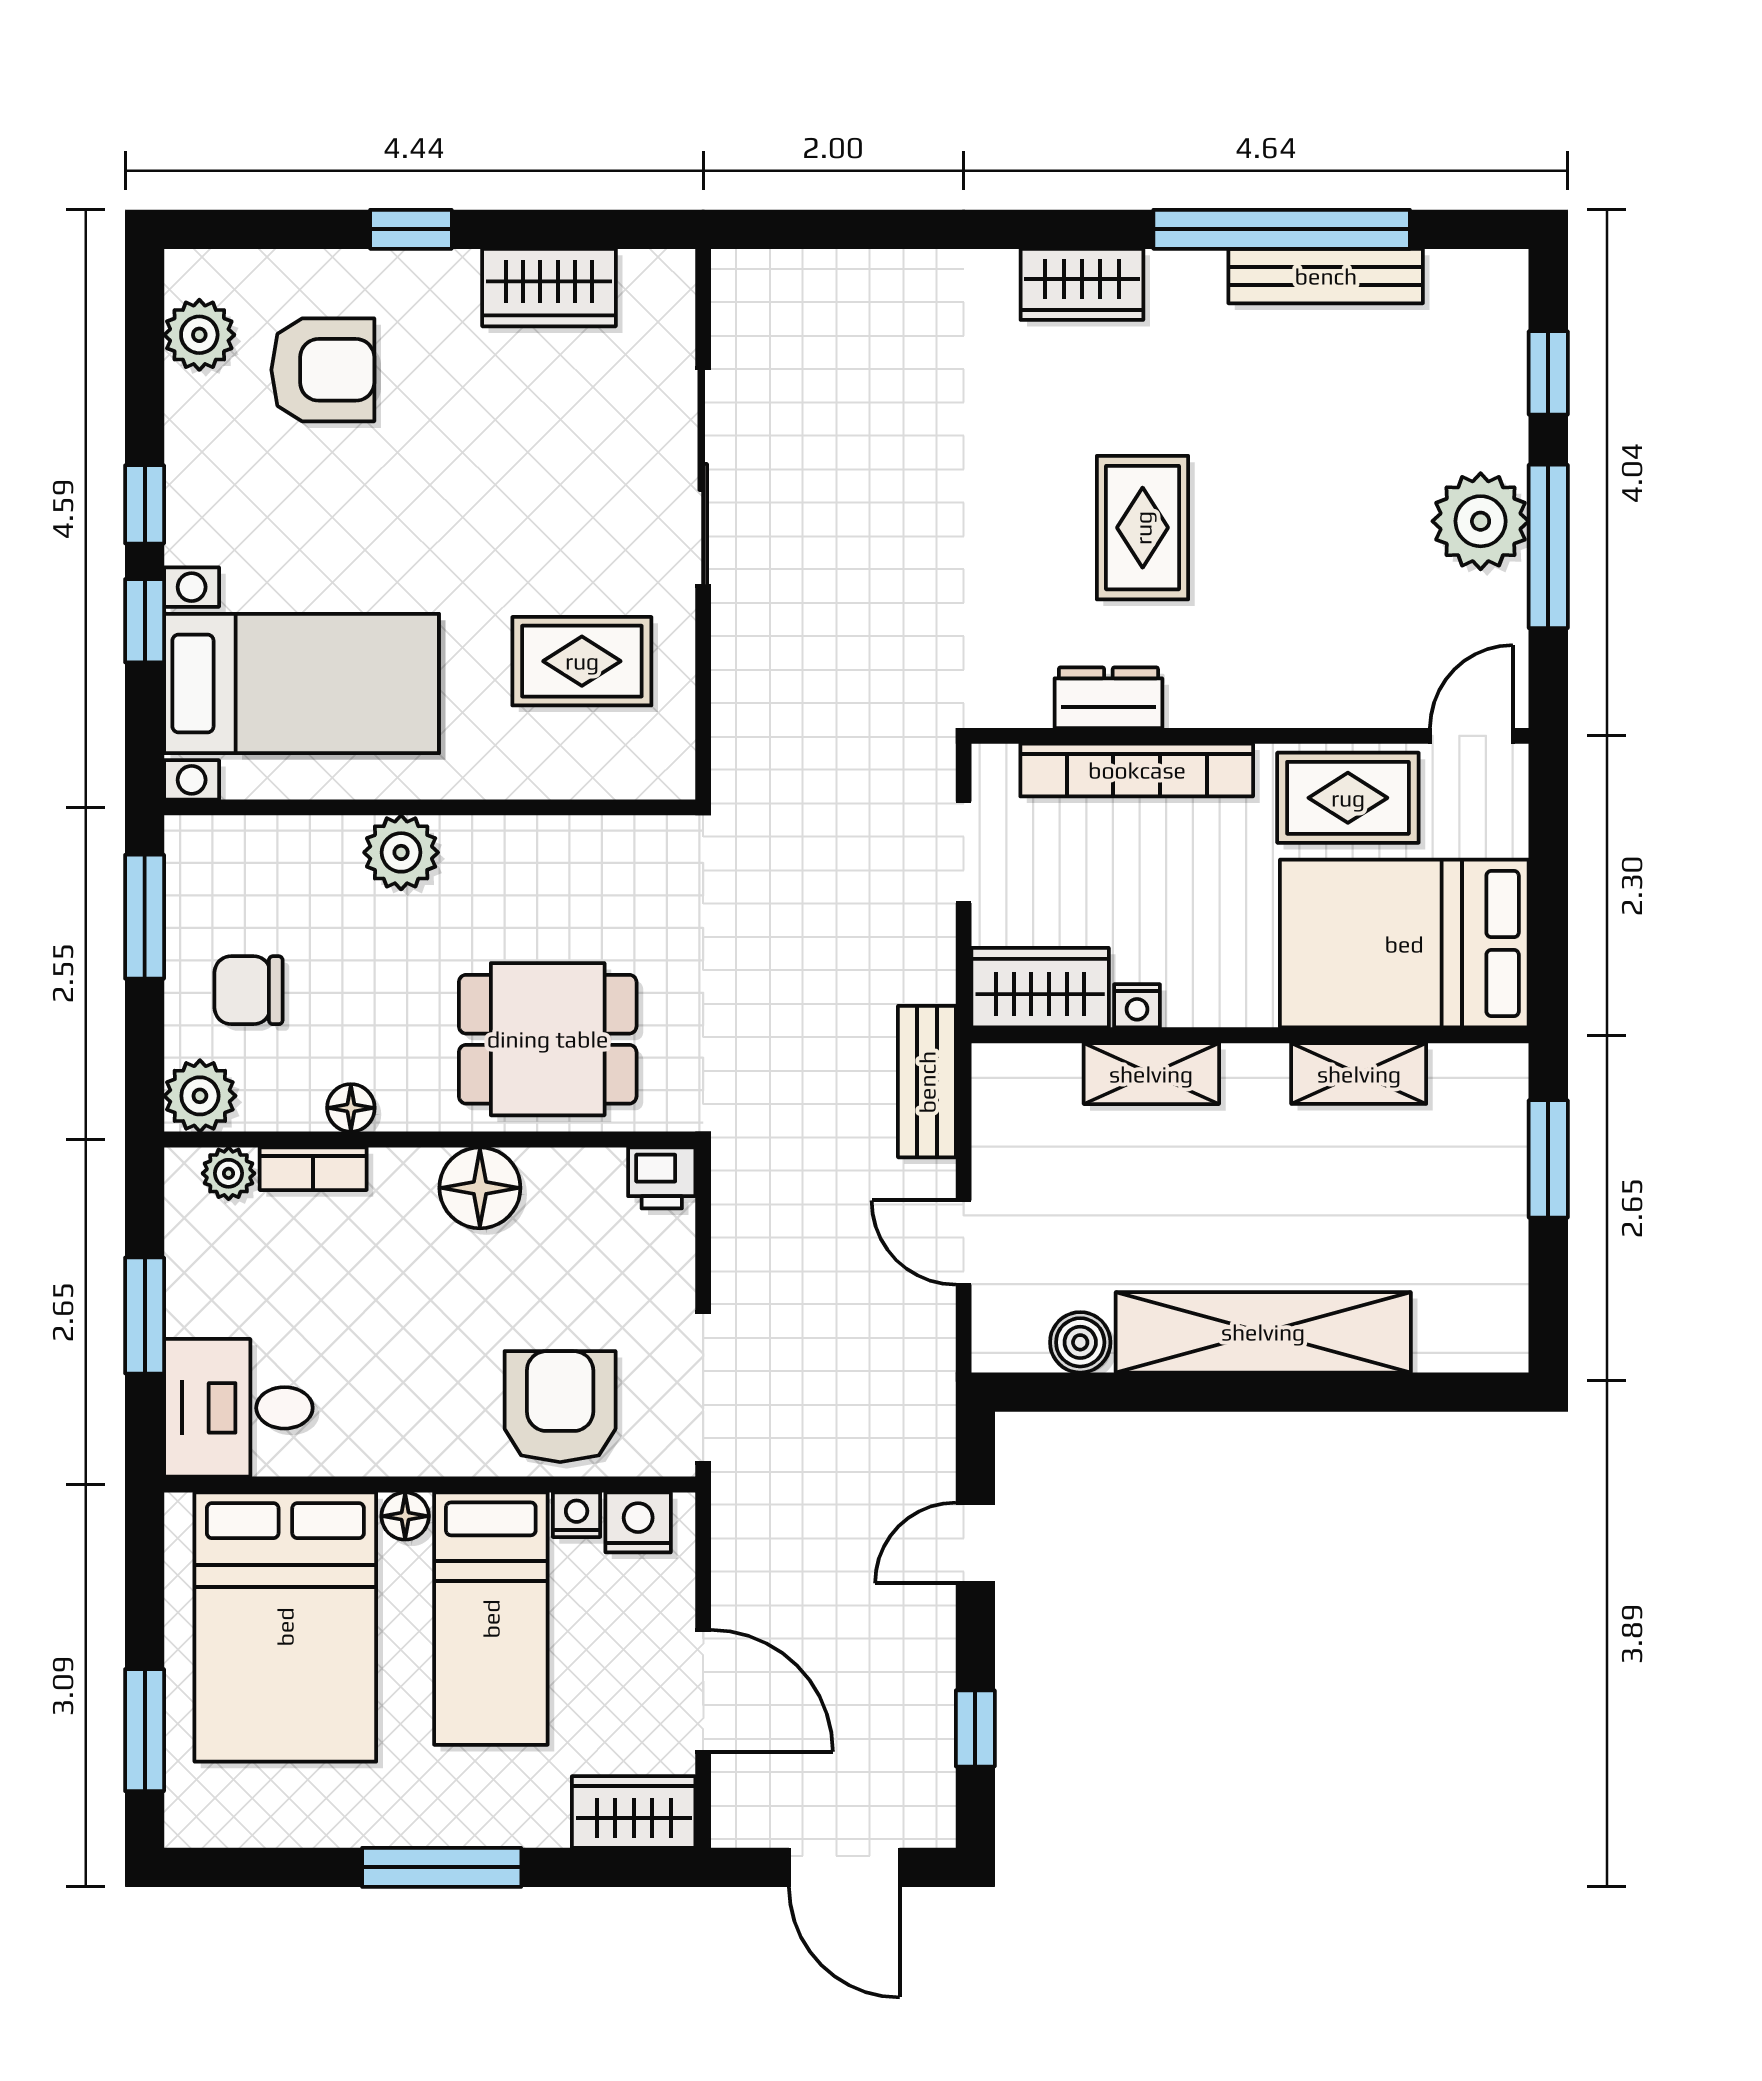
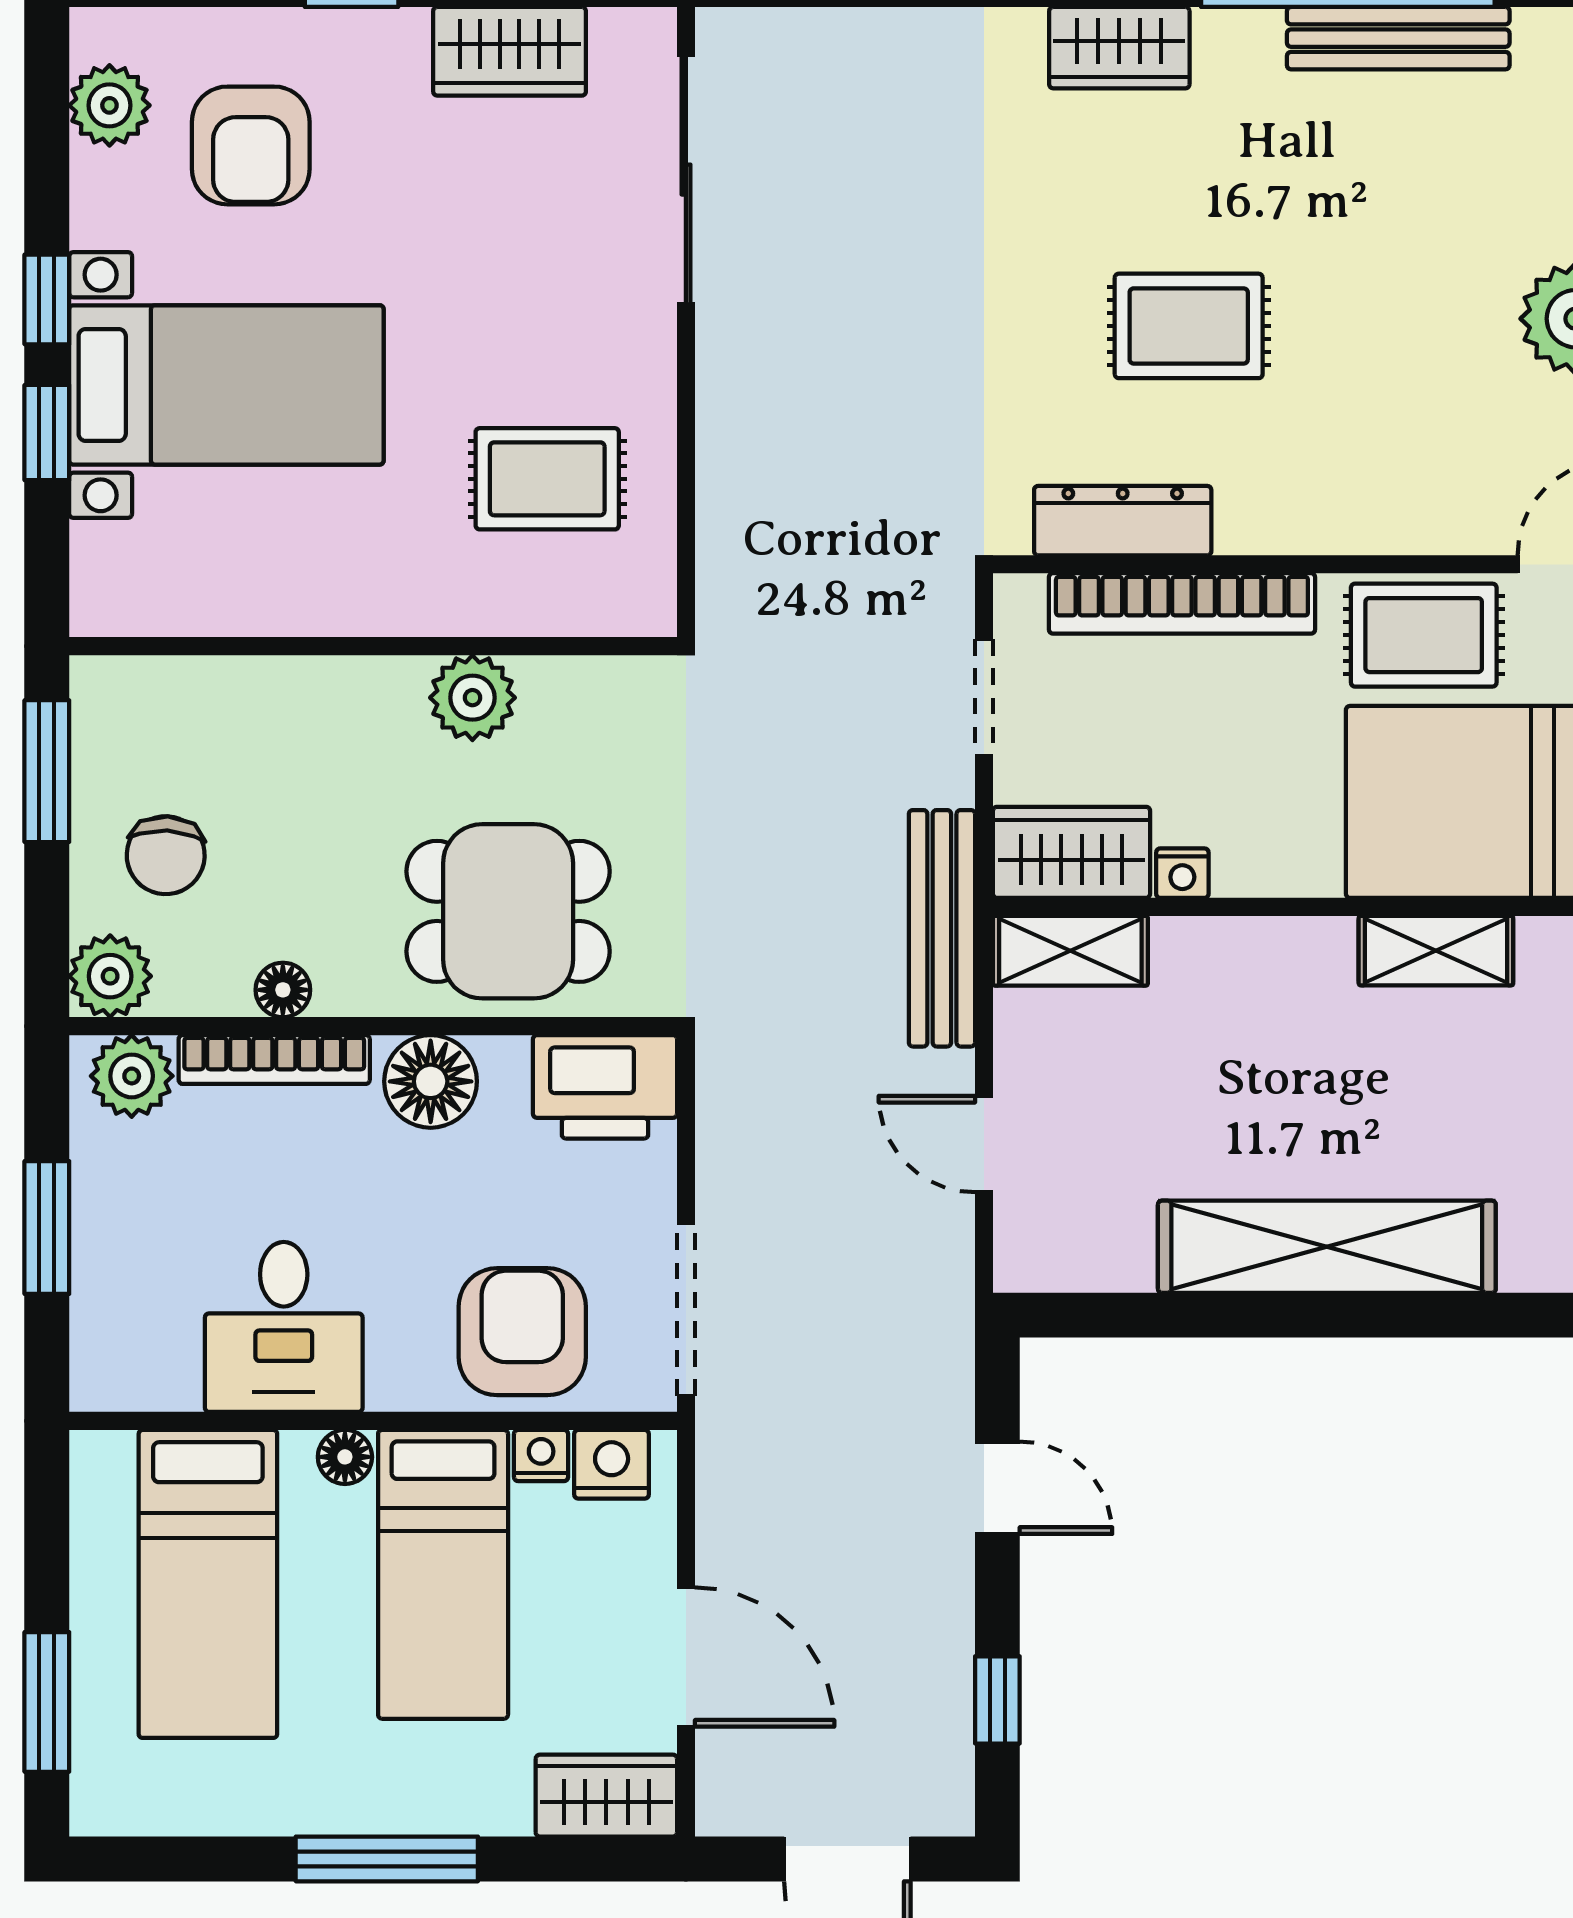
armchair: (323, 370) -> (251, 145), turned 90
sliding door: (703, 477) -> (686, 180), moved
rug: (1143, 528) -> (1189, 326), turned 90
bed with nightstands: (302, 683) -> (226, 385), moved
dresser: (1108, 698) -> (1123, 521), width x1.44
plant: (401, 852) -> (472, 698), moved
chair: (248, 990) -> (166, 855), turned -87
shelving: (1151, 1074) -> (1070, 951), moved
bench: (927, 1082) -> (942, 928), width x1.36
bookcase: (313, 1169) -> (274, 1059), width x1.56
plant: (229, 1173) -> (132, 1076), width x1.38, depth x1.38
printer: (662, 1178) -> (605, 1087), width x1.87, depth x1.48
boiler: (1080, 1342) -> (1117, 1258), removed
desk: (238, 1408) -> (284, 1327), moved, turned -90
door: (975, 1543) -> (997, 1488), swing flipped
bed: (285, 1627) -> (208, 1584), width x0.67

